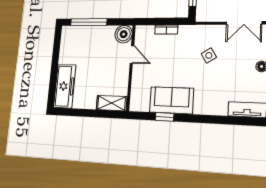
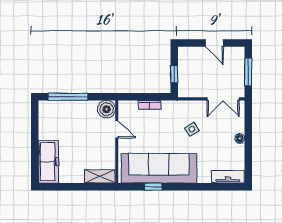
sofa: (172, 100) -> (159, 168), width x1.85, depth x1.27

